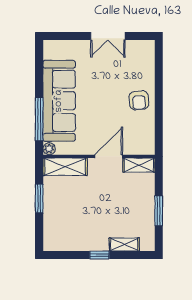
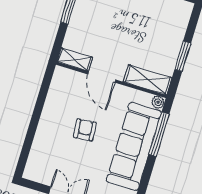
armchair: (139, 100) -> (85, 130), moved
door: (109, 156) -> (102, 77), hinge flipped

